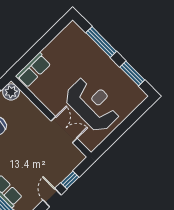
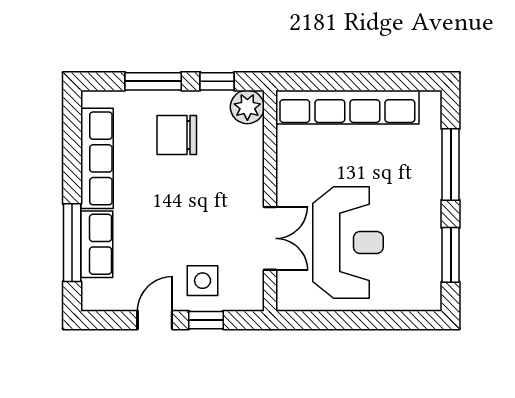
row of seats: (33, 70) -> (347, 107), width x2.02
side table: (55, 167) -> (203, 281), added

